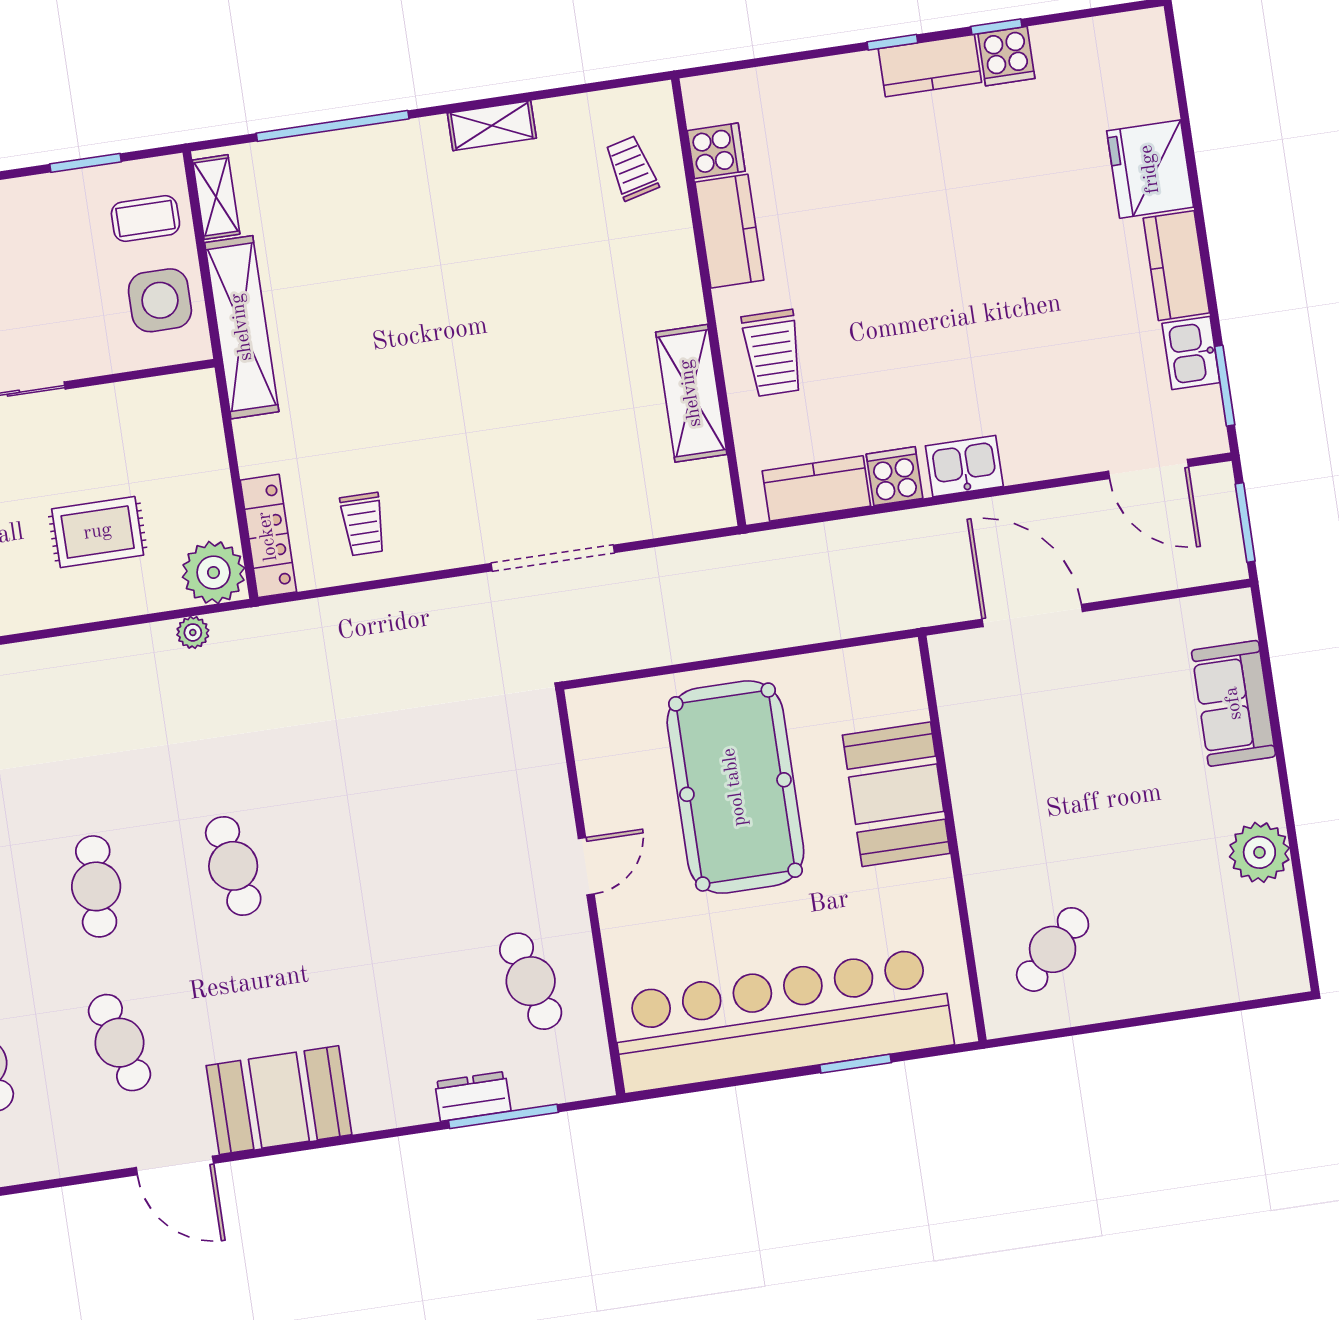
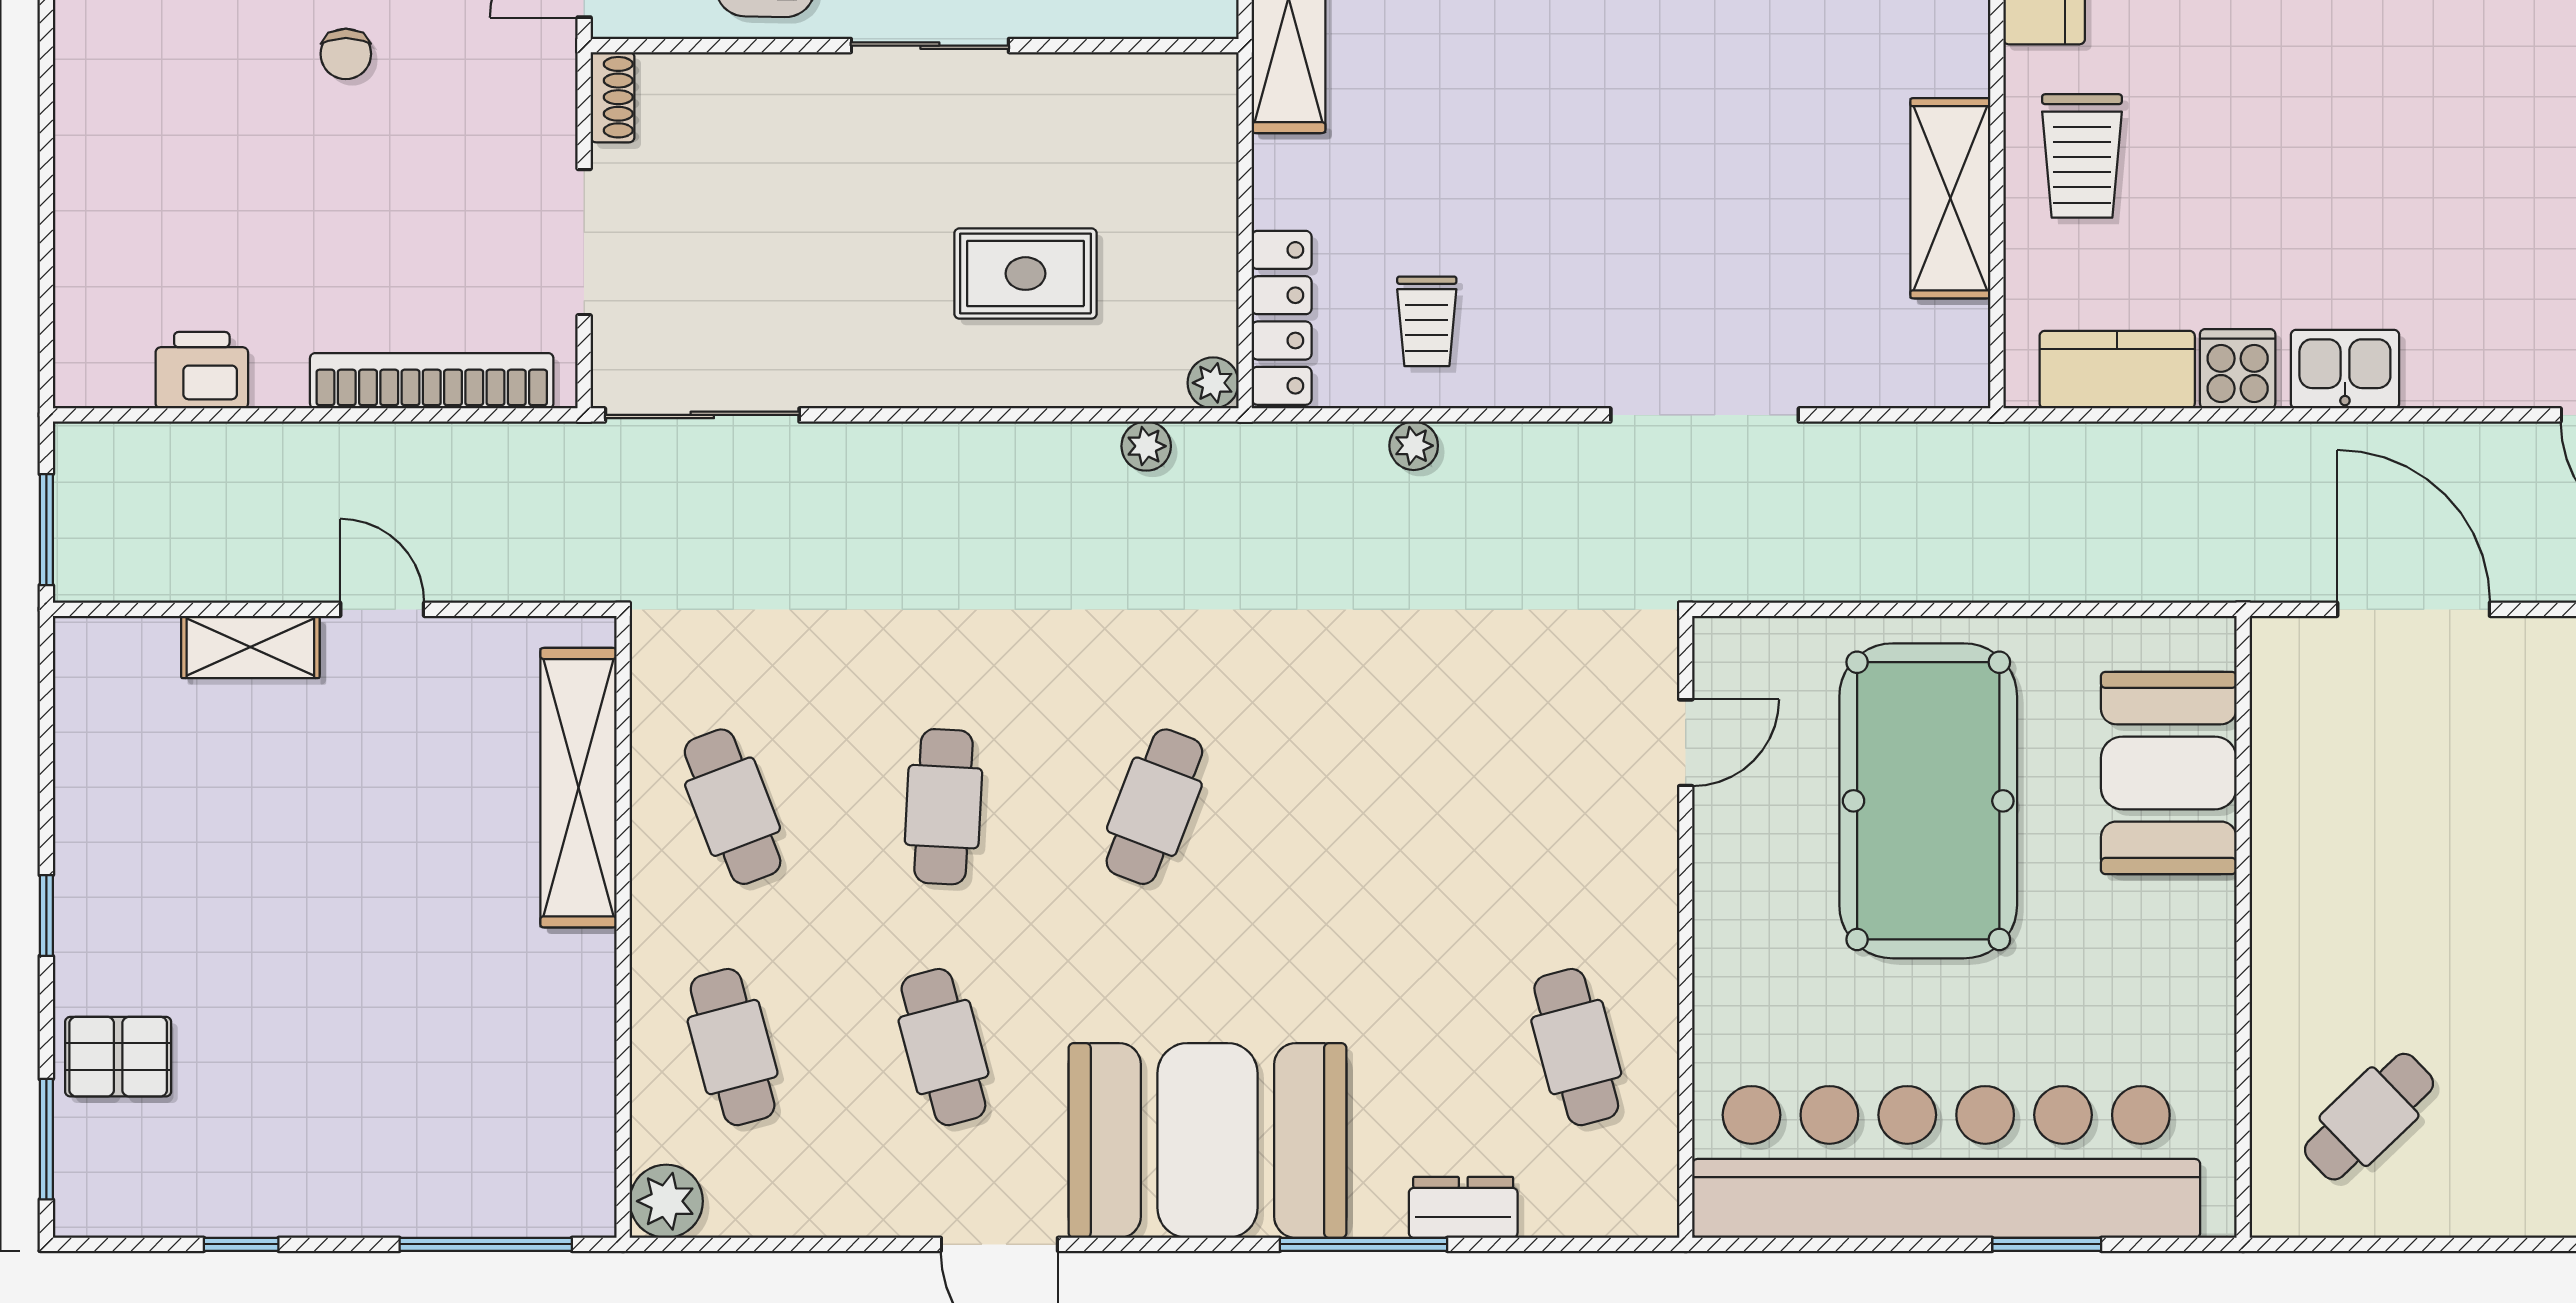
plant: (213, 573) -> (1213, 383), width x0.53, depth x0.53
plant: (367, 606) -> (1414, 446), added
booth: (896, 794) -> (2169, 773), moved
cafe table: (233, 866) -> (1154, 807), turned 30
door: (586, 866) -> (1686, 743), moved
booth: (279, 1100) -> (1207, 1140), width x1.36, depth x1.42
window: (503, 1116) -> (1364, 1244), moved

